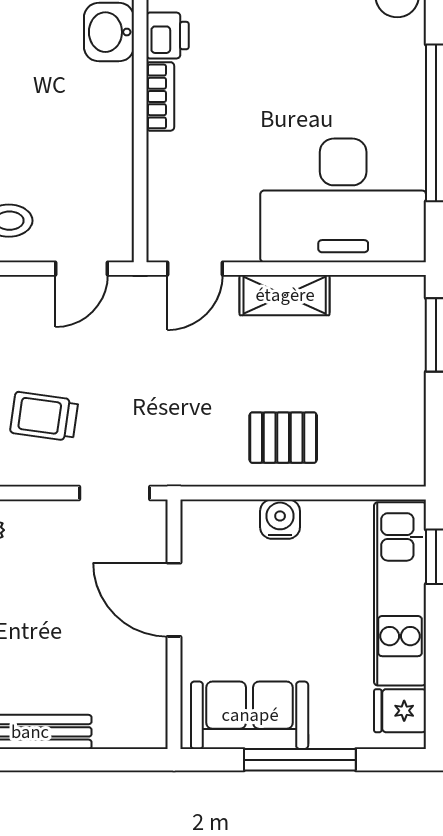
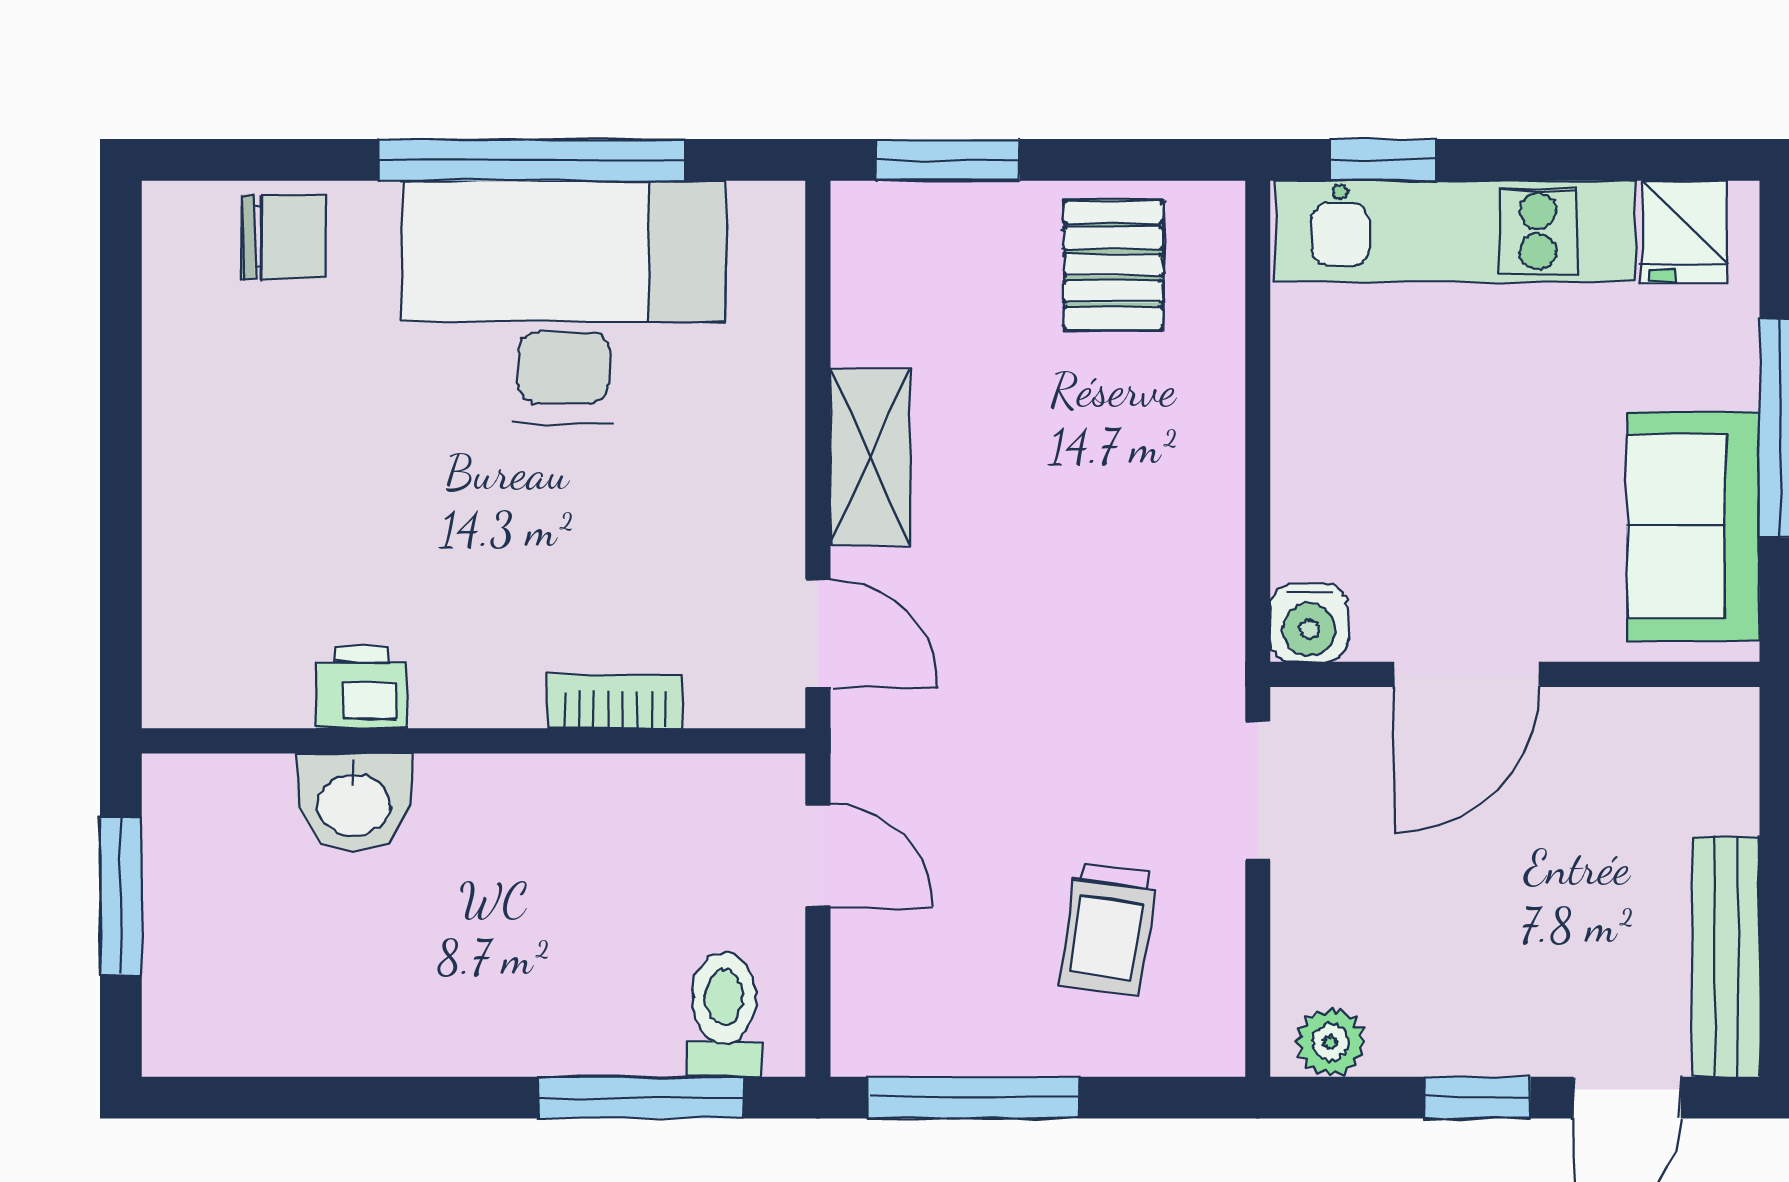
bookcase: (160, 96) -> (615, 701), moved
desk: (343, 200) -> (564, 302), moved, turned -90
pallet: (283, 438) -> (1113, 265), moved
water cooler: (280, 519) -> (1309, 623), moved, turned -90

